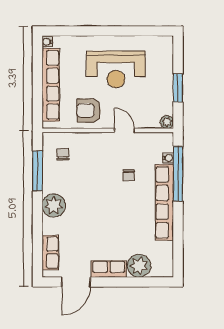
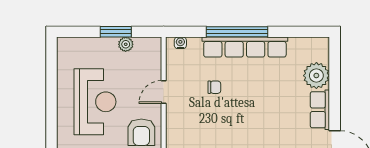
plant: (167, 122) -> (126, 44), moved
water cooler: (168, 158) -> (180, 43), moved
window: (178, 174) -> (237, 32), moved

